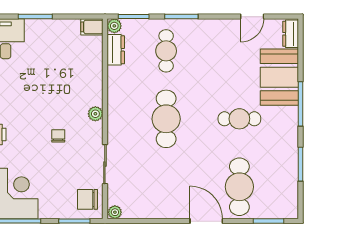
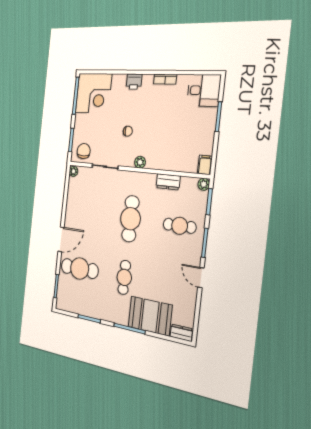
door: (252, 17) -> (201, 278), moved
dresser: (116, 50) -> (168, 182), moved
cafe table: (166, 119) -> (130, 219), turned 90

